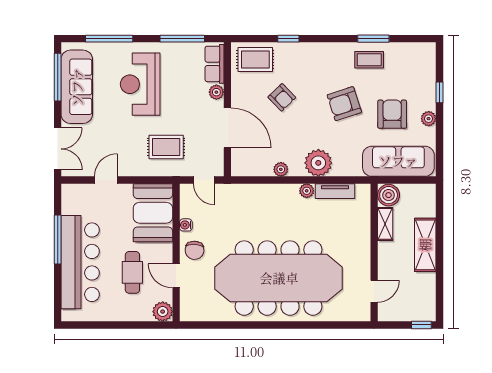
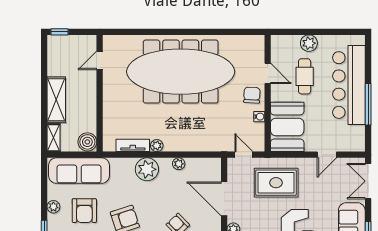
rug: (166, 147) -> (276, 183), width x1.36, depth x1.43
shelving: (385, 224) -> (53, 138), moved
plant: (163, 312) -> (309, 43), moved

